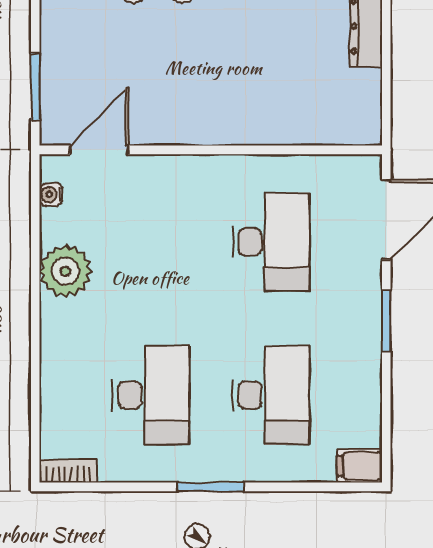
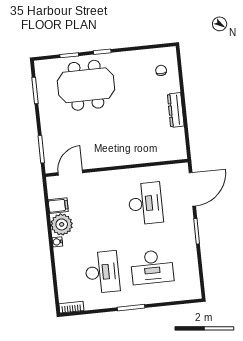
water cooler: (51, 194) -> (57, 242), moved
desk: (271, 395) -> (152, 267), turned 90
filing cabinet: (360, 466) -> (58, 206), moved, turned 180

